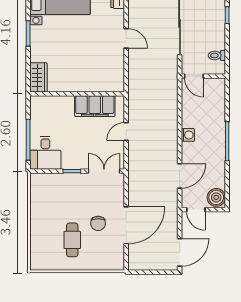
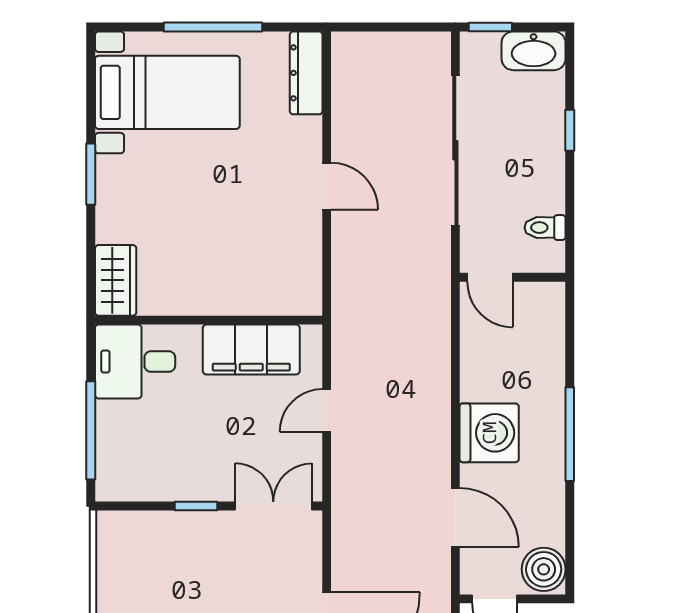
washing machine: (188, 135) -> (489, 433), width x1.89, depth x1.89
desk: (45, 153) -> (135, 361), moved, turned 90
door: (180, 176) -> (455, 517), hinge flipped

